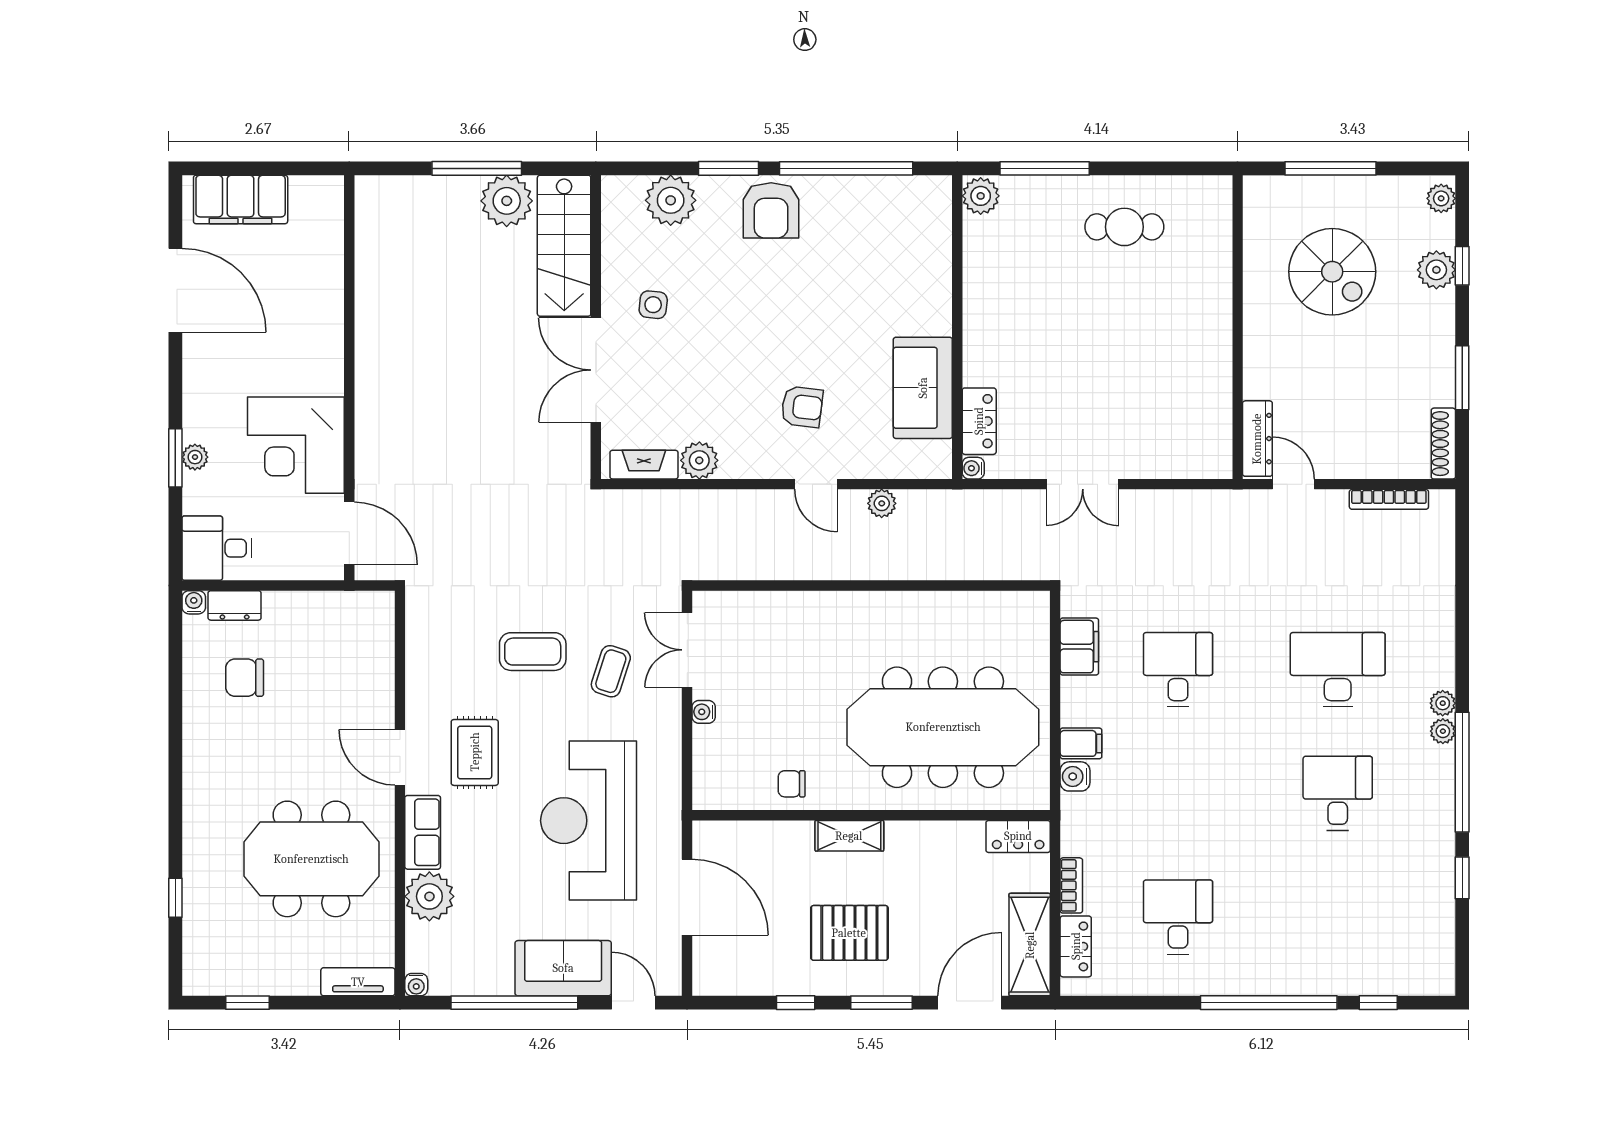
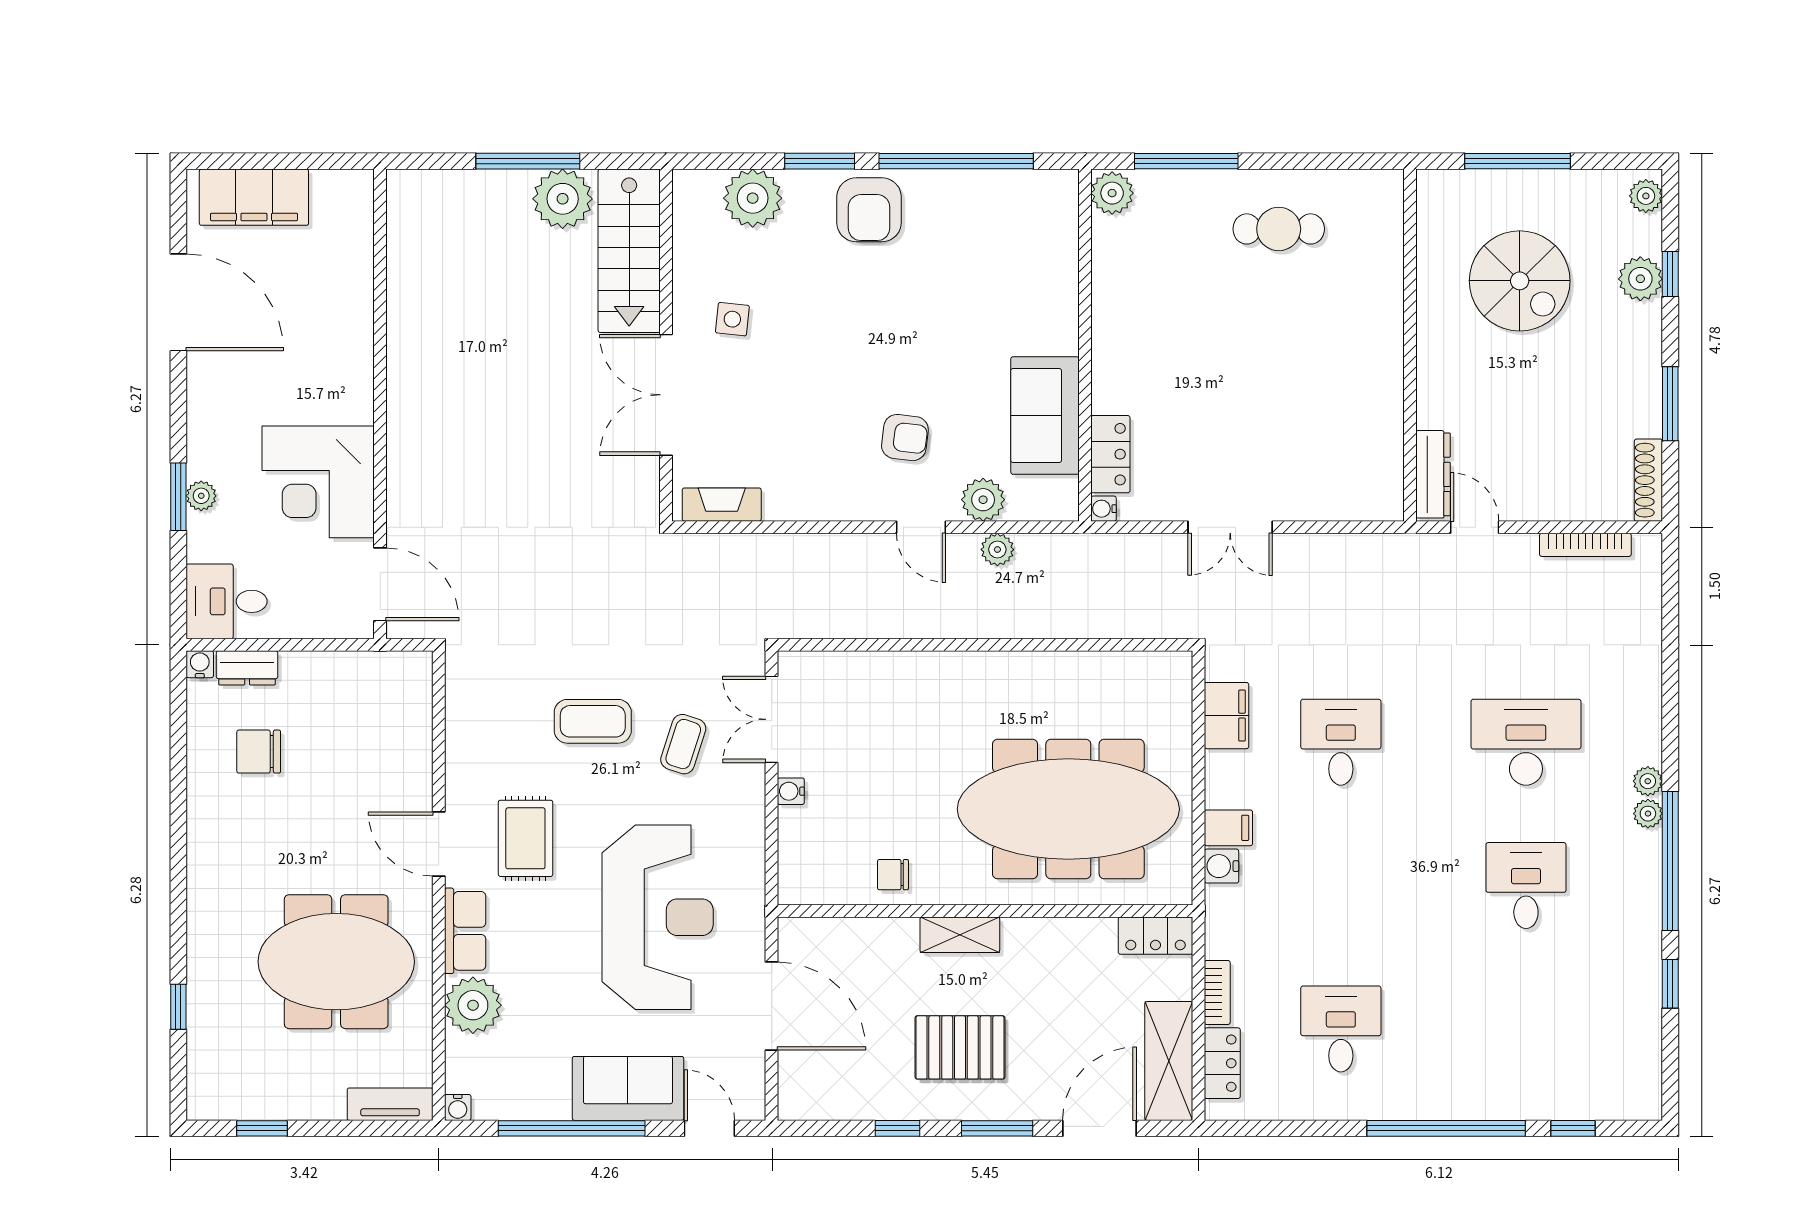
plant: (699, 460) -> (983, 500), moved
reception desk: (589, 821) -> (658, 917), turned 180

